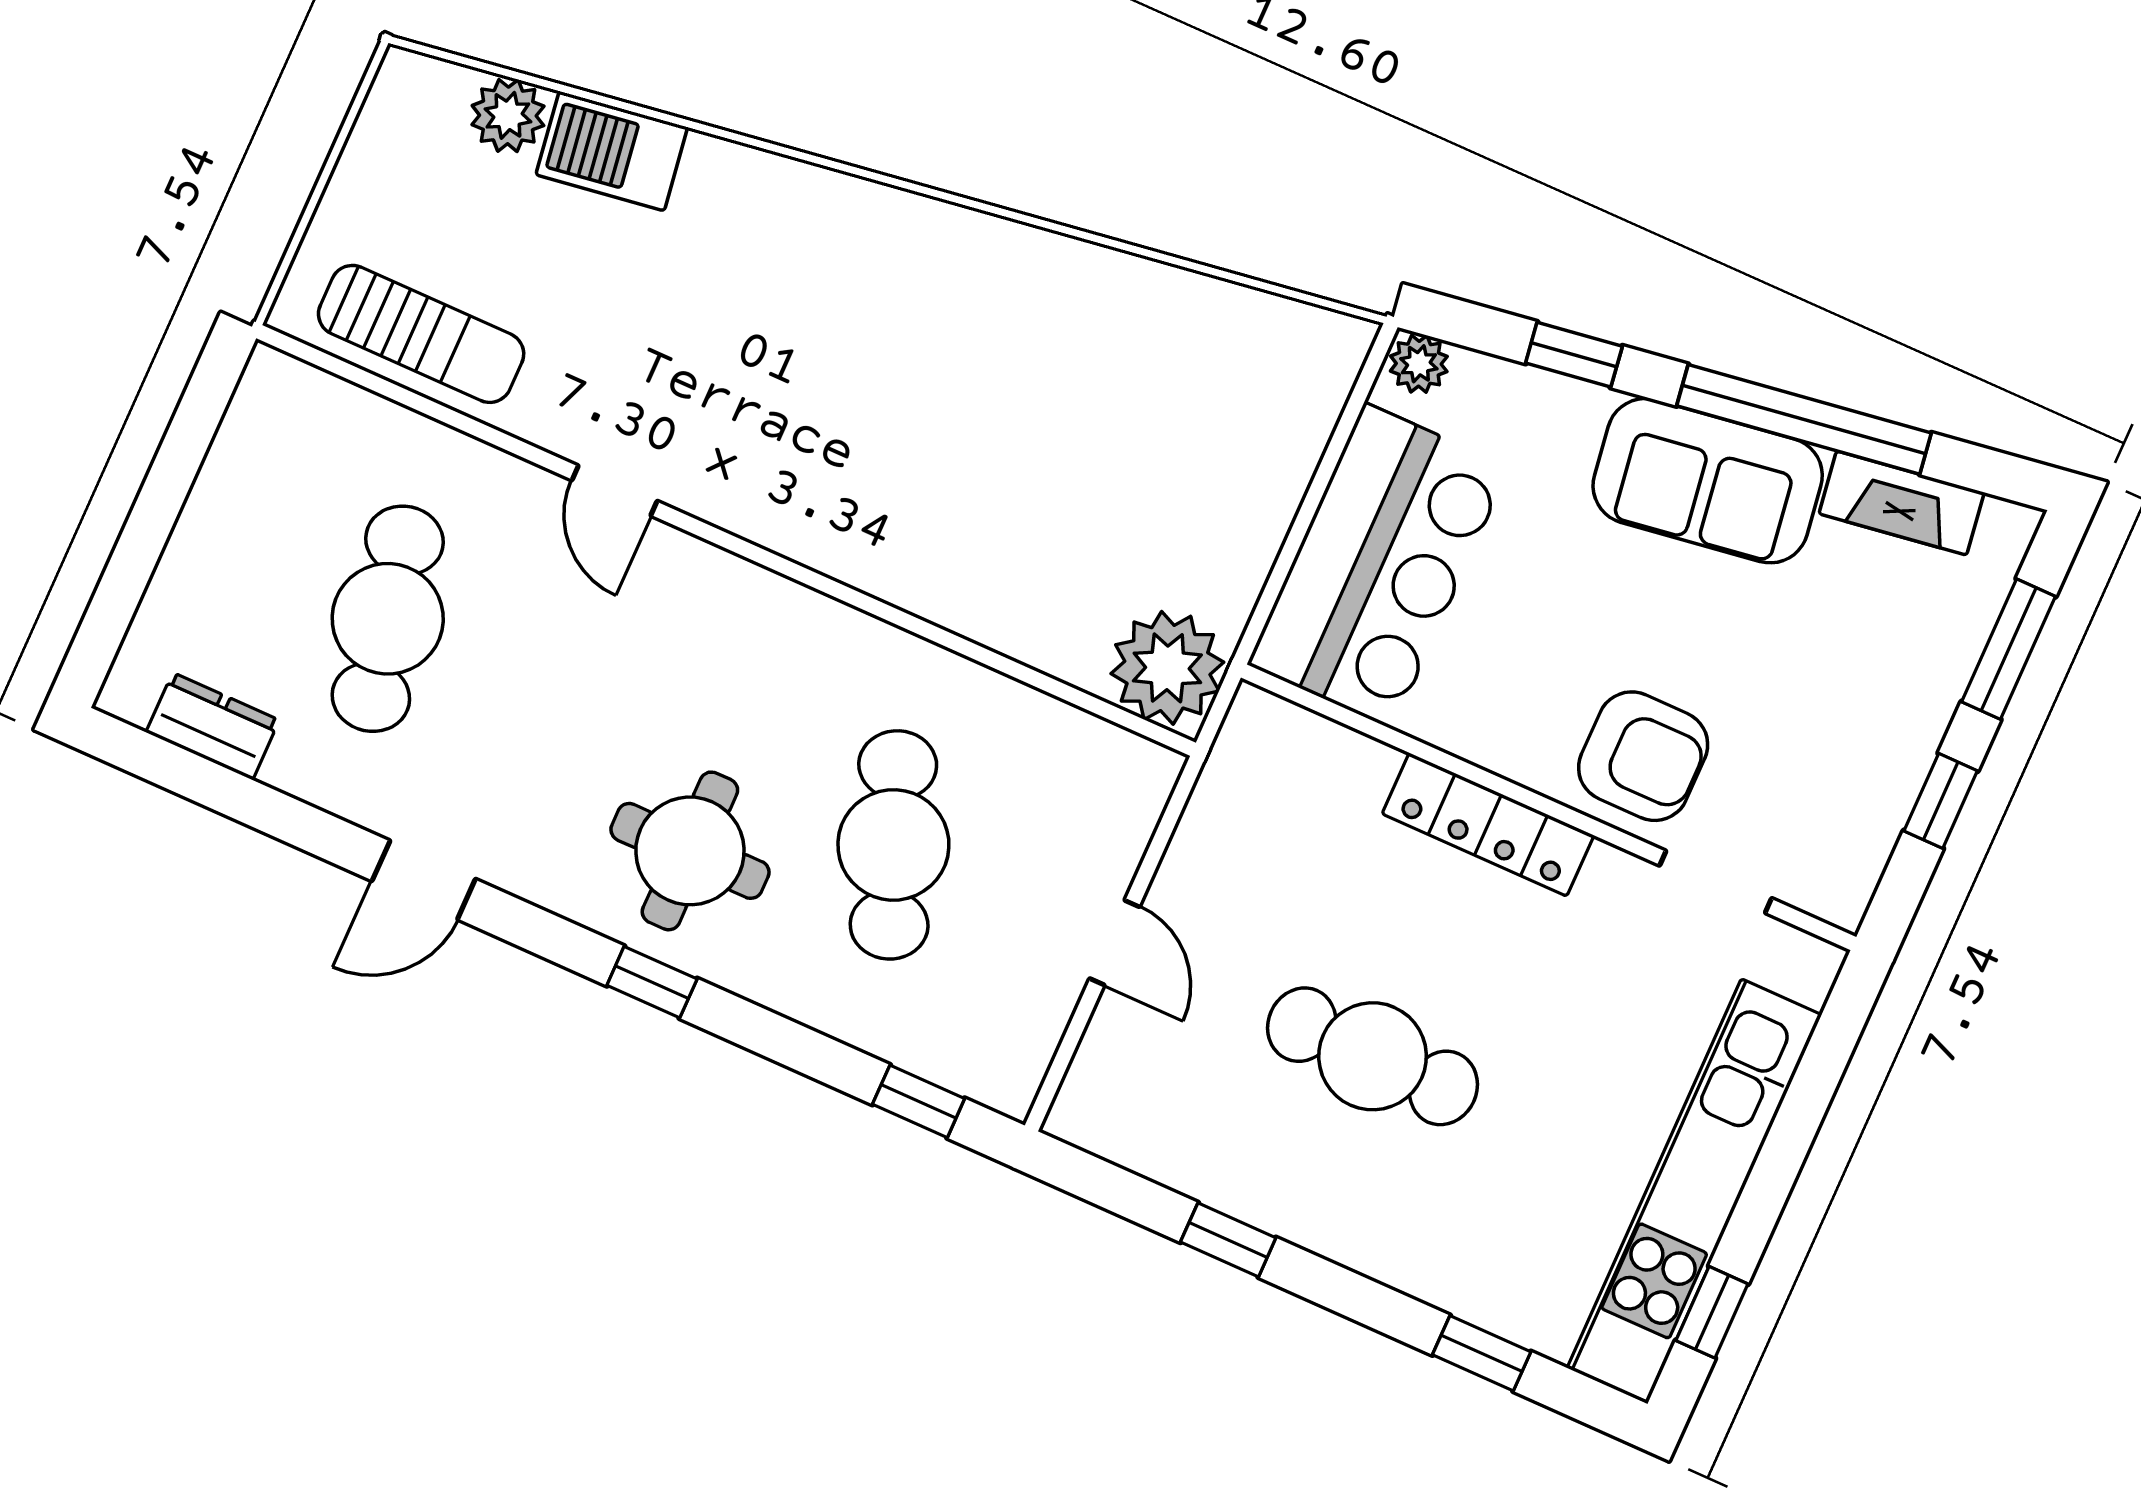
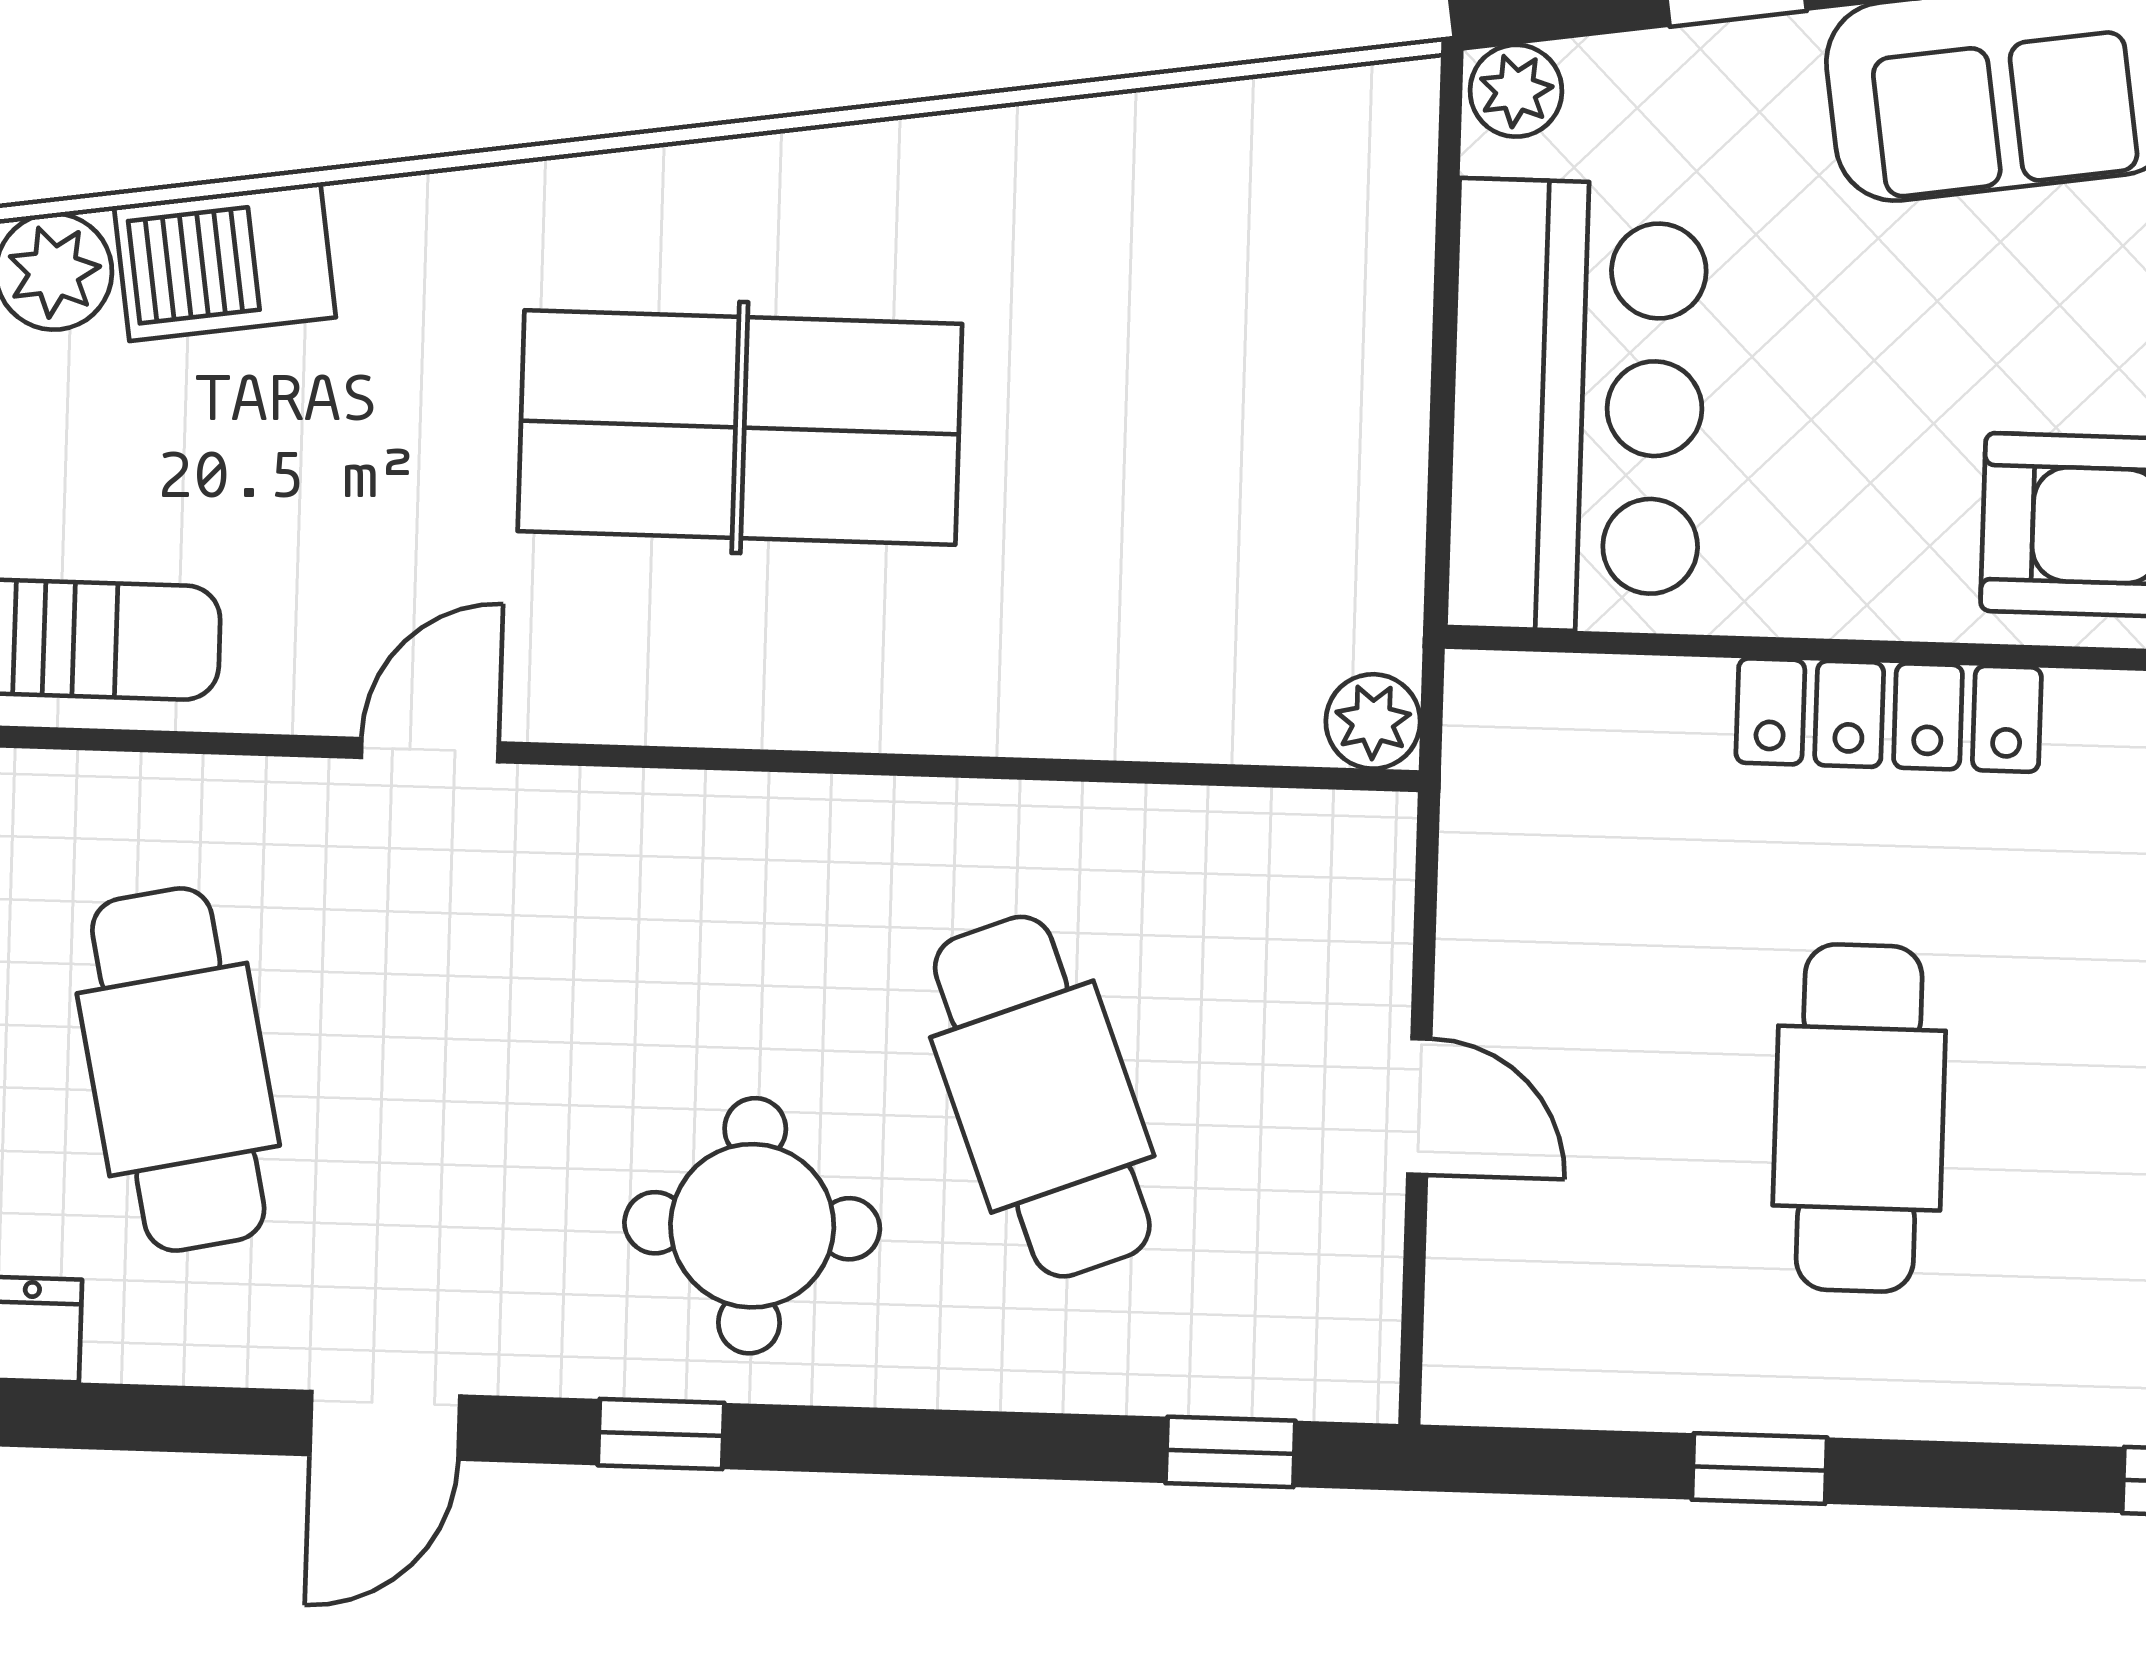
table tennis table: (877, 375) -> (740, 428), added
door: (614, 491) -> (430, 750), swing flipped
plant: (1167, 668) -> (1373, 721), width x0.53, depth x0.53
window: (652, 982) -> (661, 1434), moved
cafe table: (1373, 1056) -> (1859, 1118), turned 90

